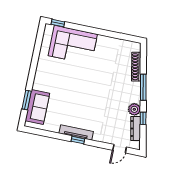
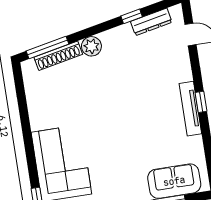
window: (143, 87) -> (47, 48), moved
plant: (134, 109) -> (91, 46), moved

